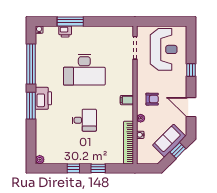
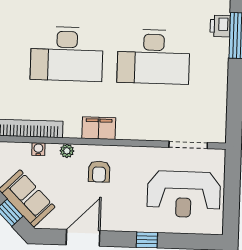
desk: (84, 70) -> (153, 57), turned -90
filing cabinet: (127, 100) -> (99, 128), width x2.00
desk: (84, 120) -> (67, 54), width x1.87, depth x1.30

